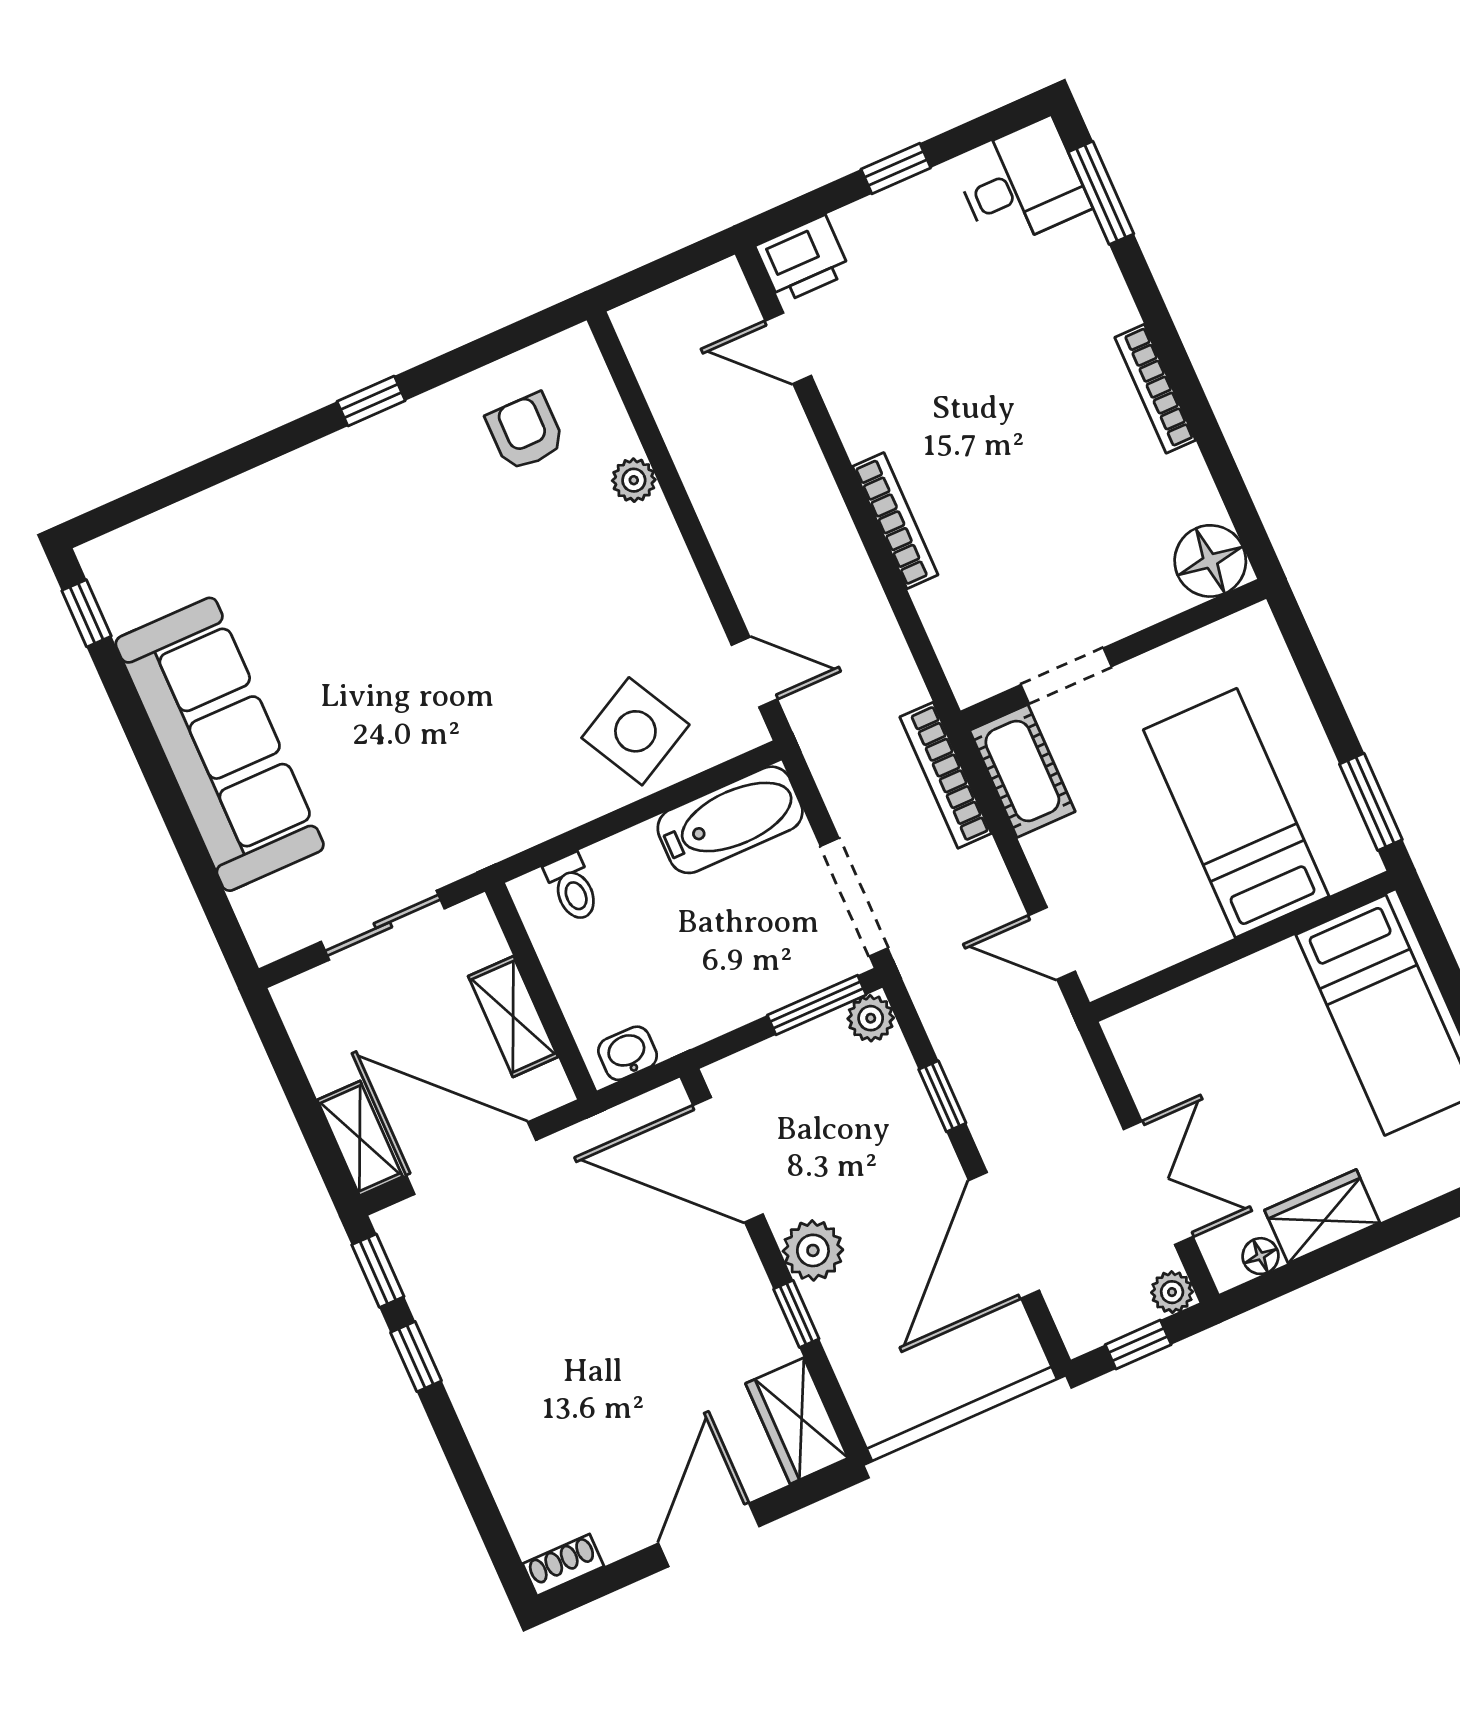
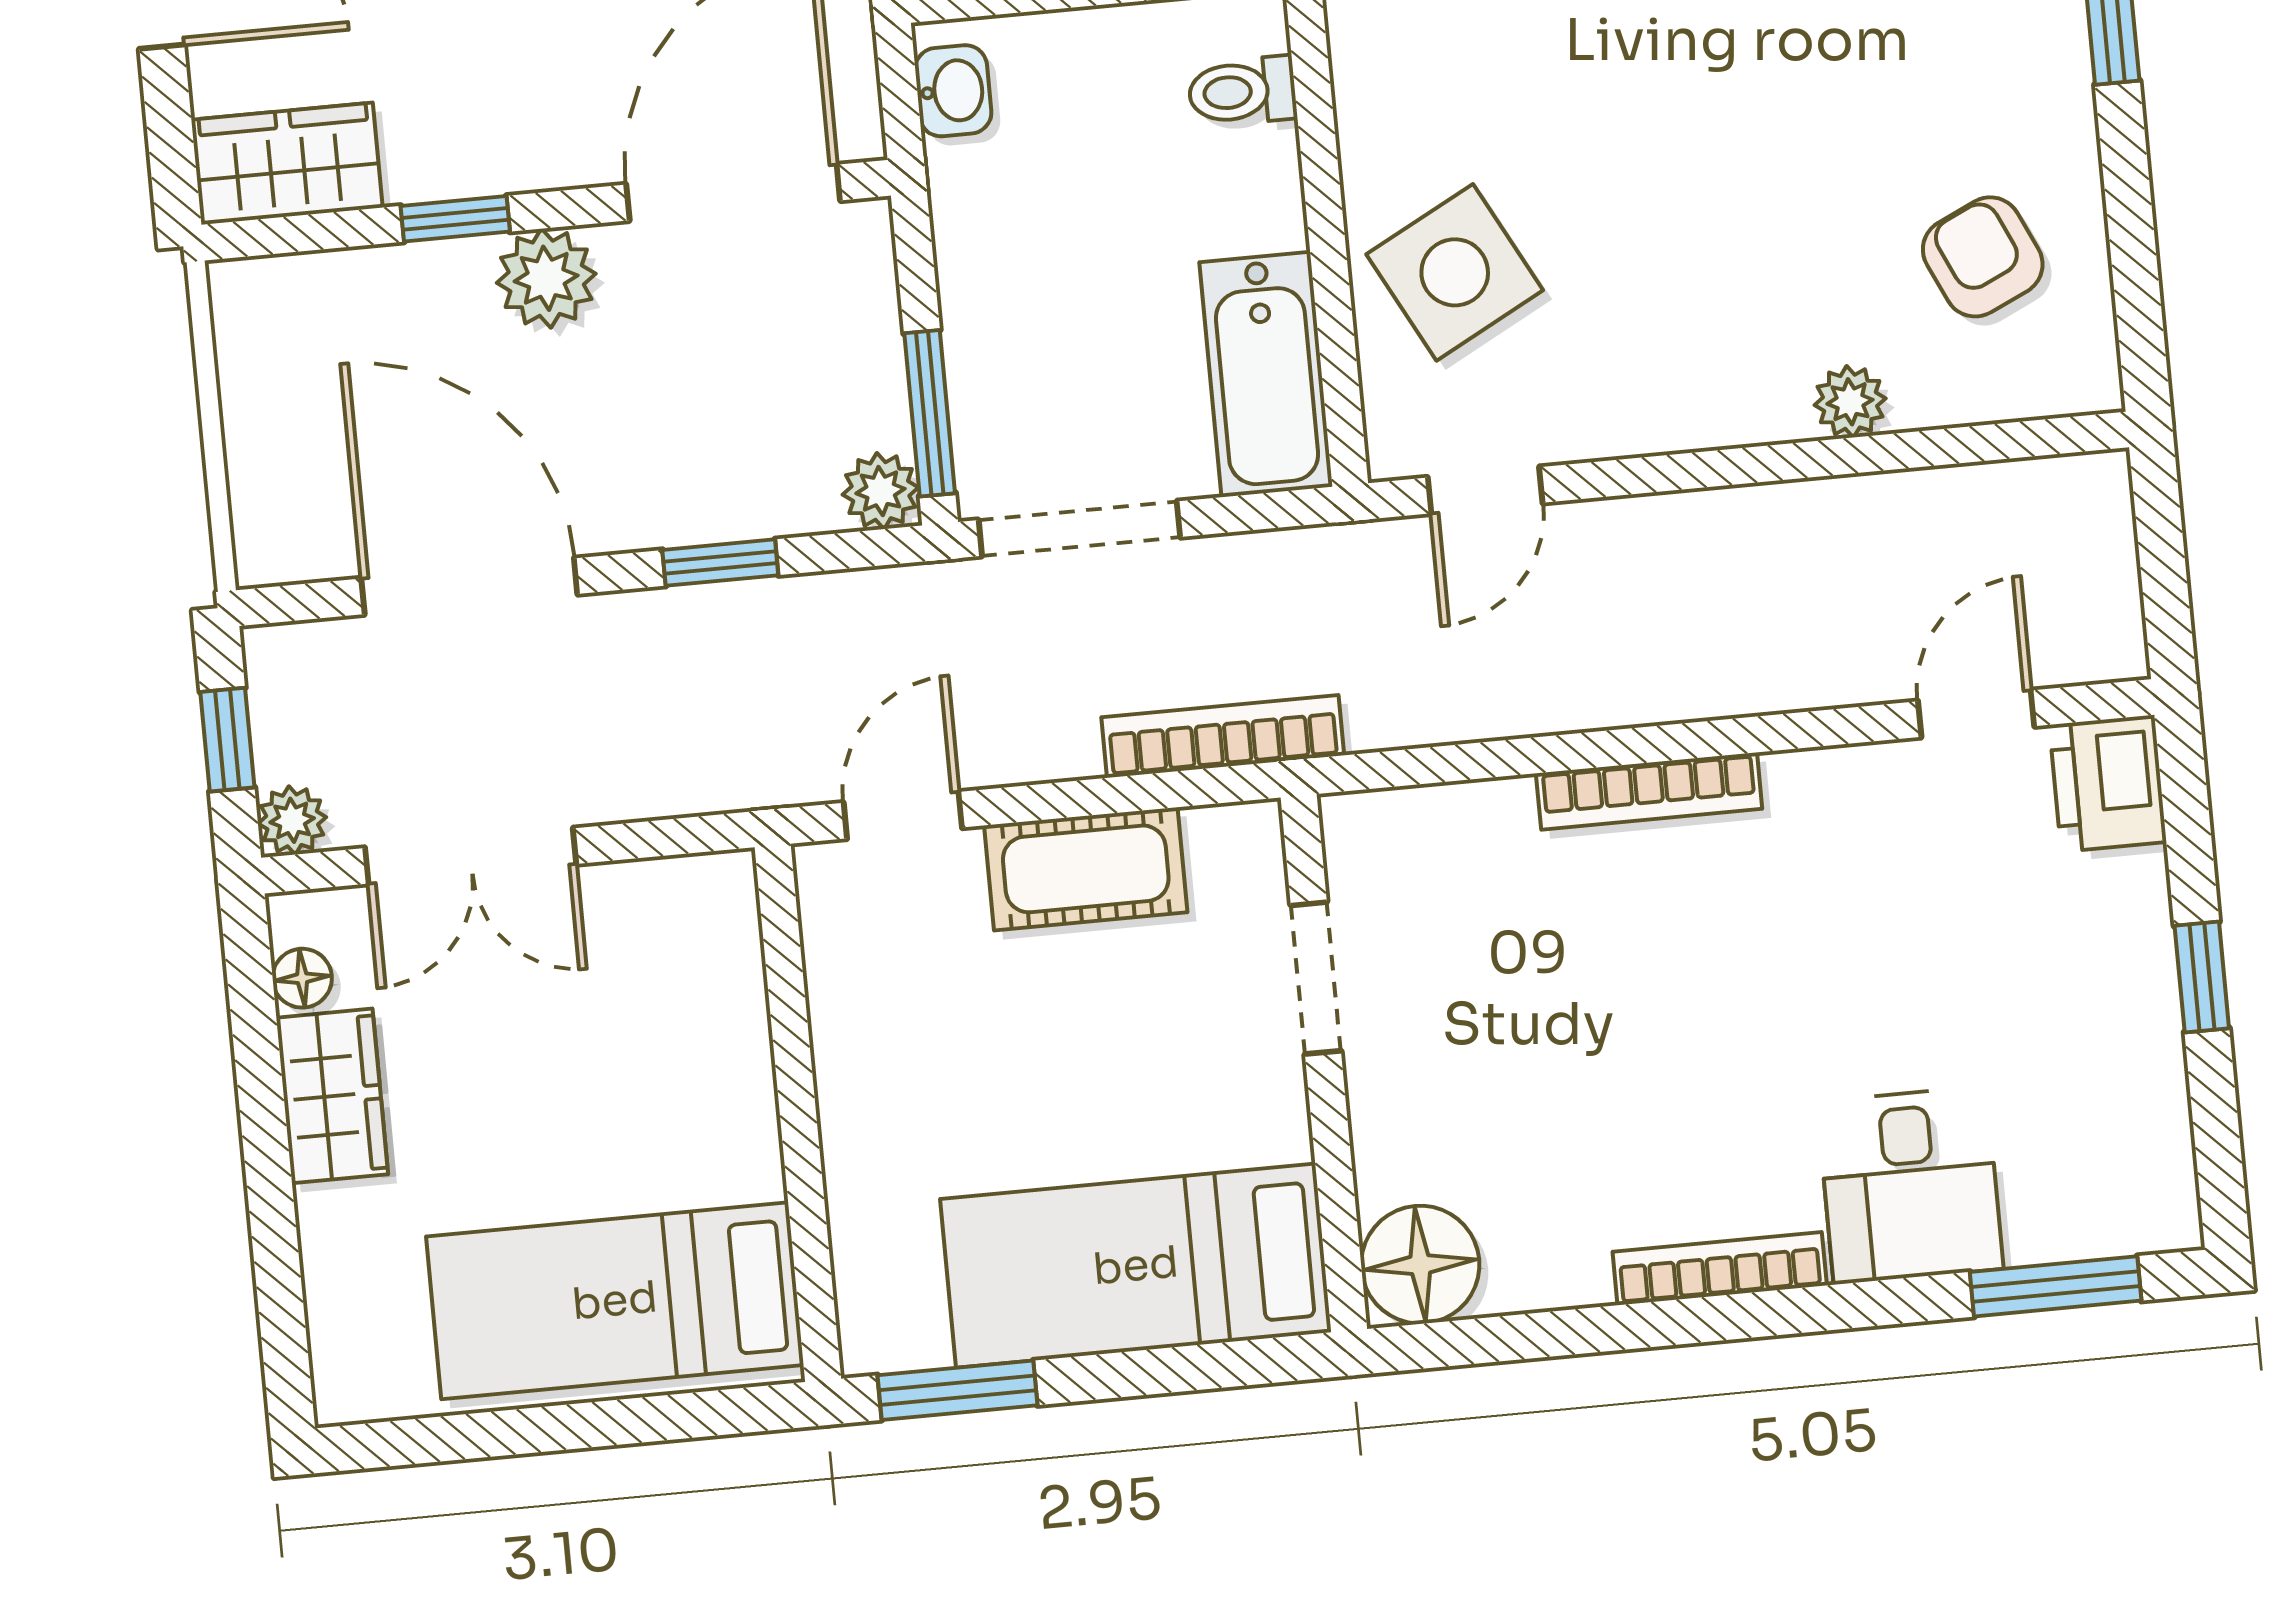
desk: (1021, 184) -> (1910, 1185), moved
armchair: (525, 432) -> (1983, 257), turned -115
cot: (1022, 771) -> (1086, 869), moved
bed: (1236, 813) -> (1136, 1266), moved, turned 180

